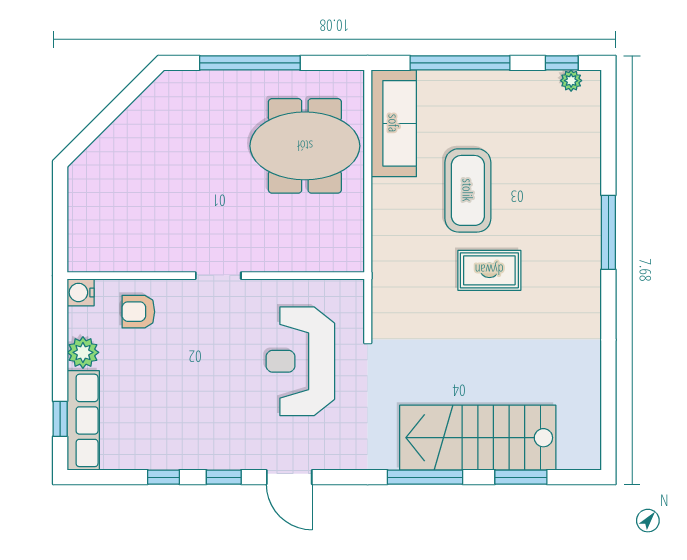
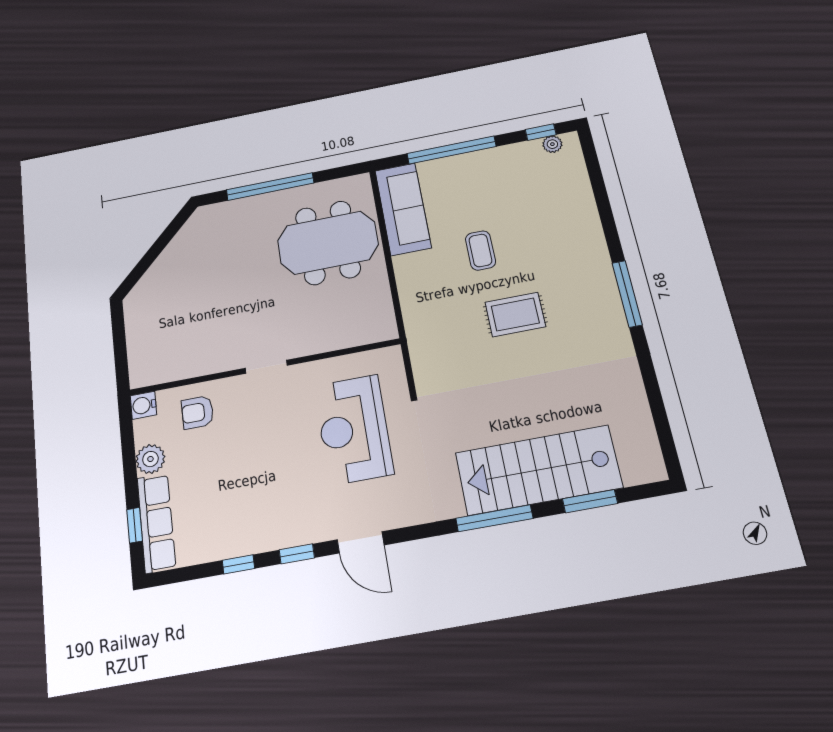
coffee table: (468, 190) -> (480, 250), width x0.54, depth x0.58
window: (608, 232) -> (627, 294), moved

